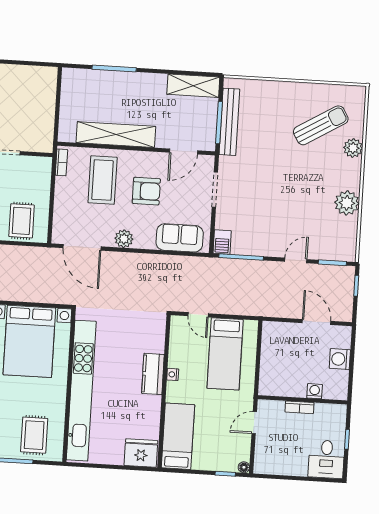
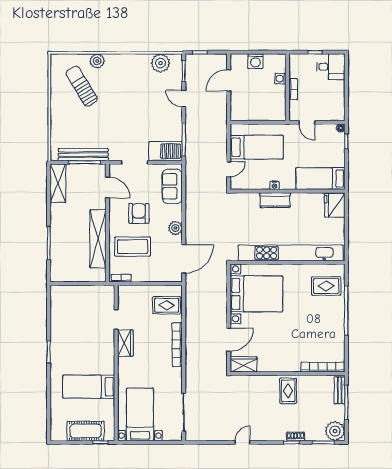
plant: (347, 203) -> (160, 63), moved
barbecue: (222, 242) -> (166, 151), width x1.88, depth x1.53

